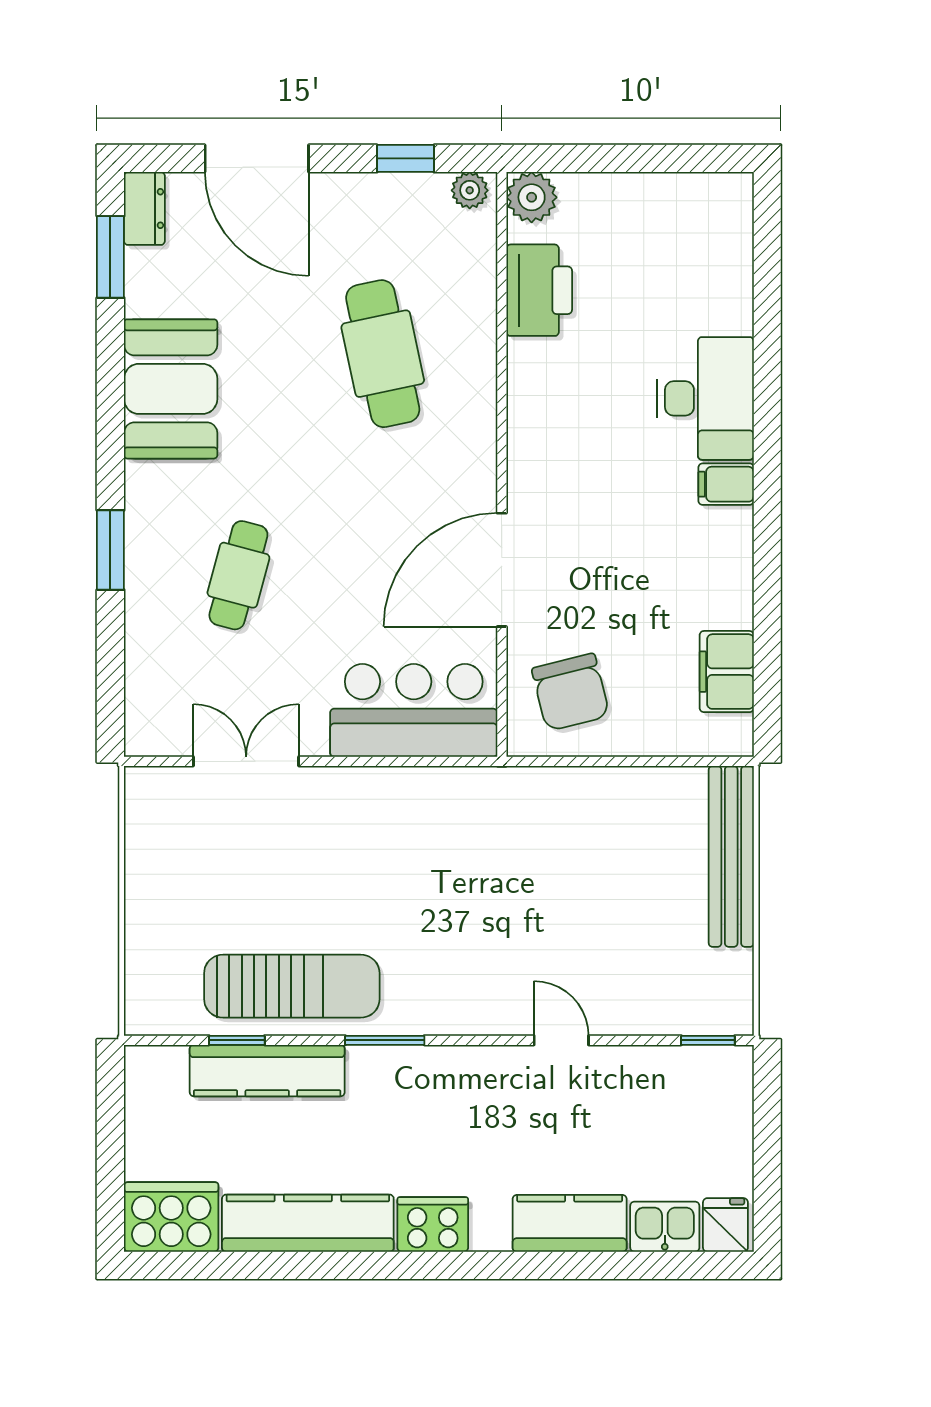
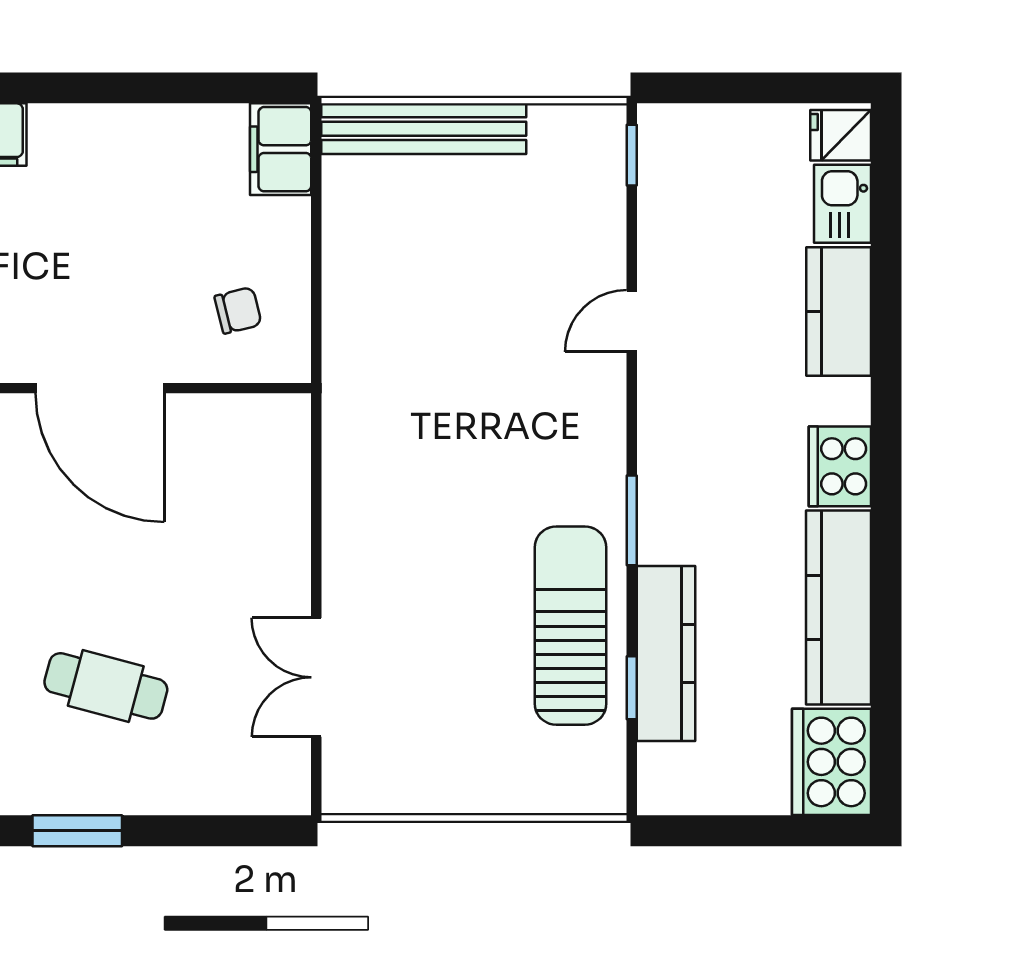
filing cabinet: (727, 672) -> (281, 149), moved, turned 90
chair: (571, 692) -> (238, 310), width x0.54, depth x0.54
bar counter: (414, 710) -> (259, 488), removed

